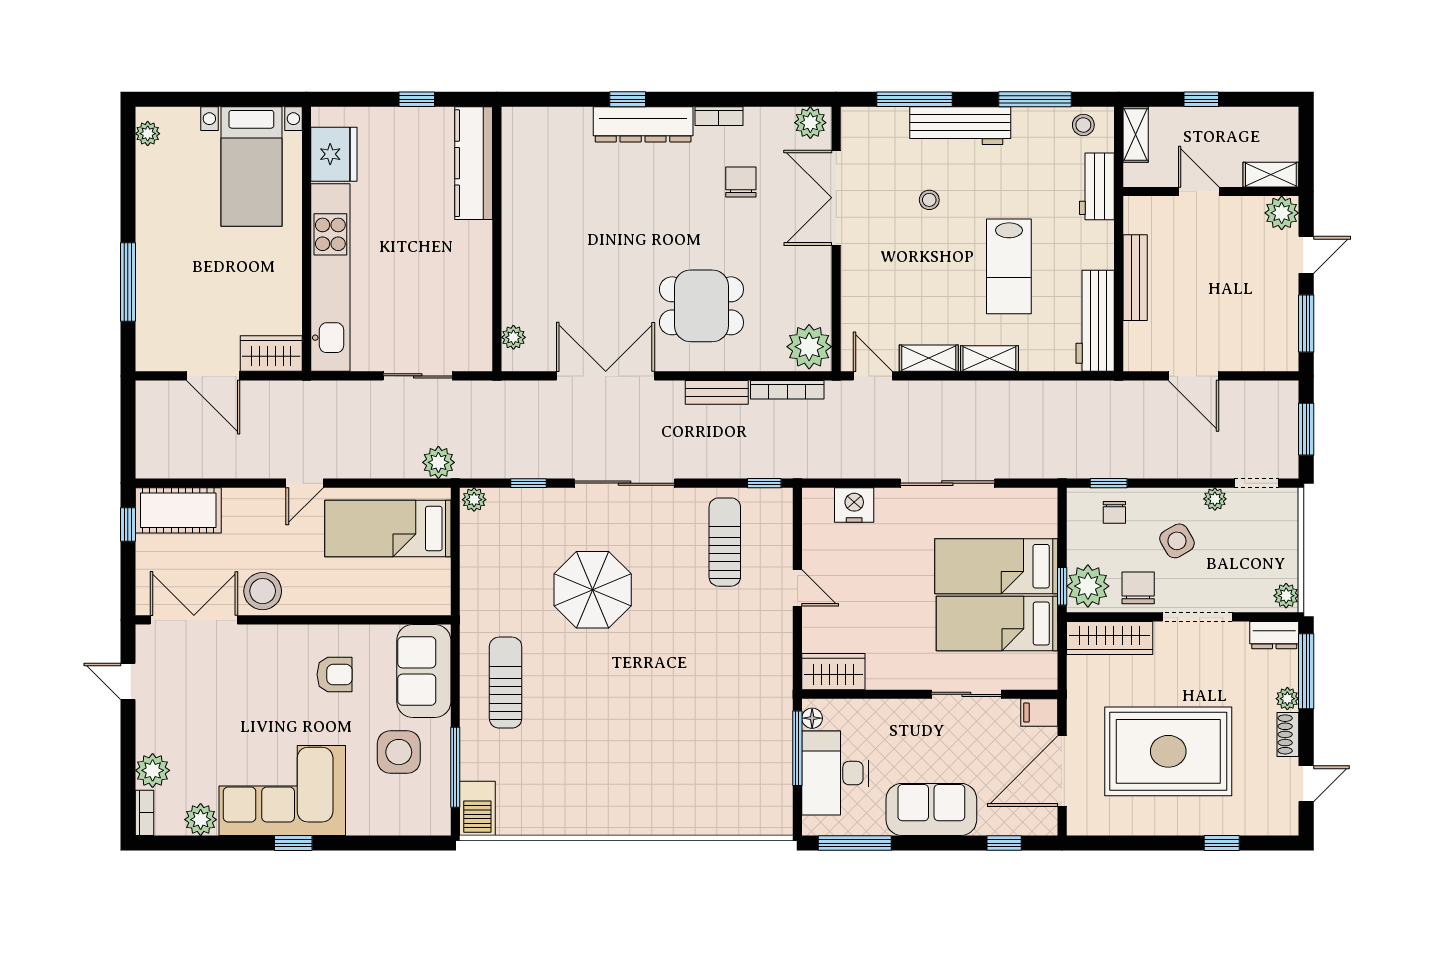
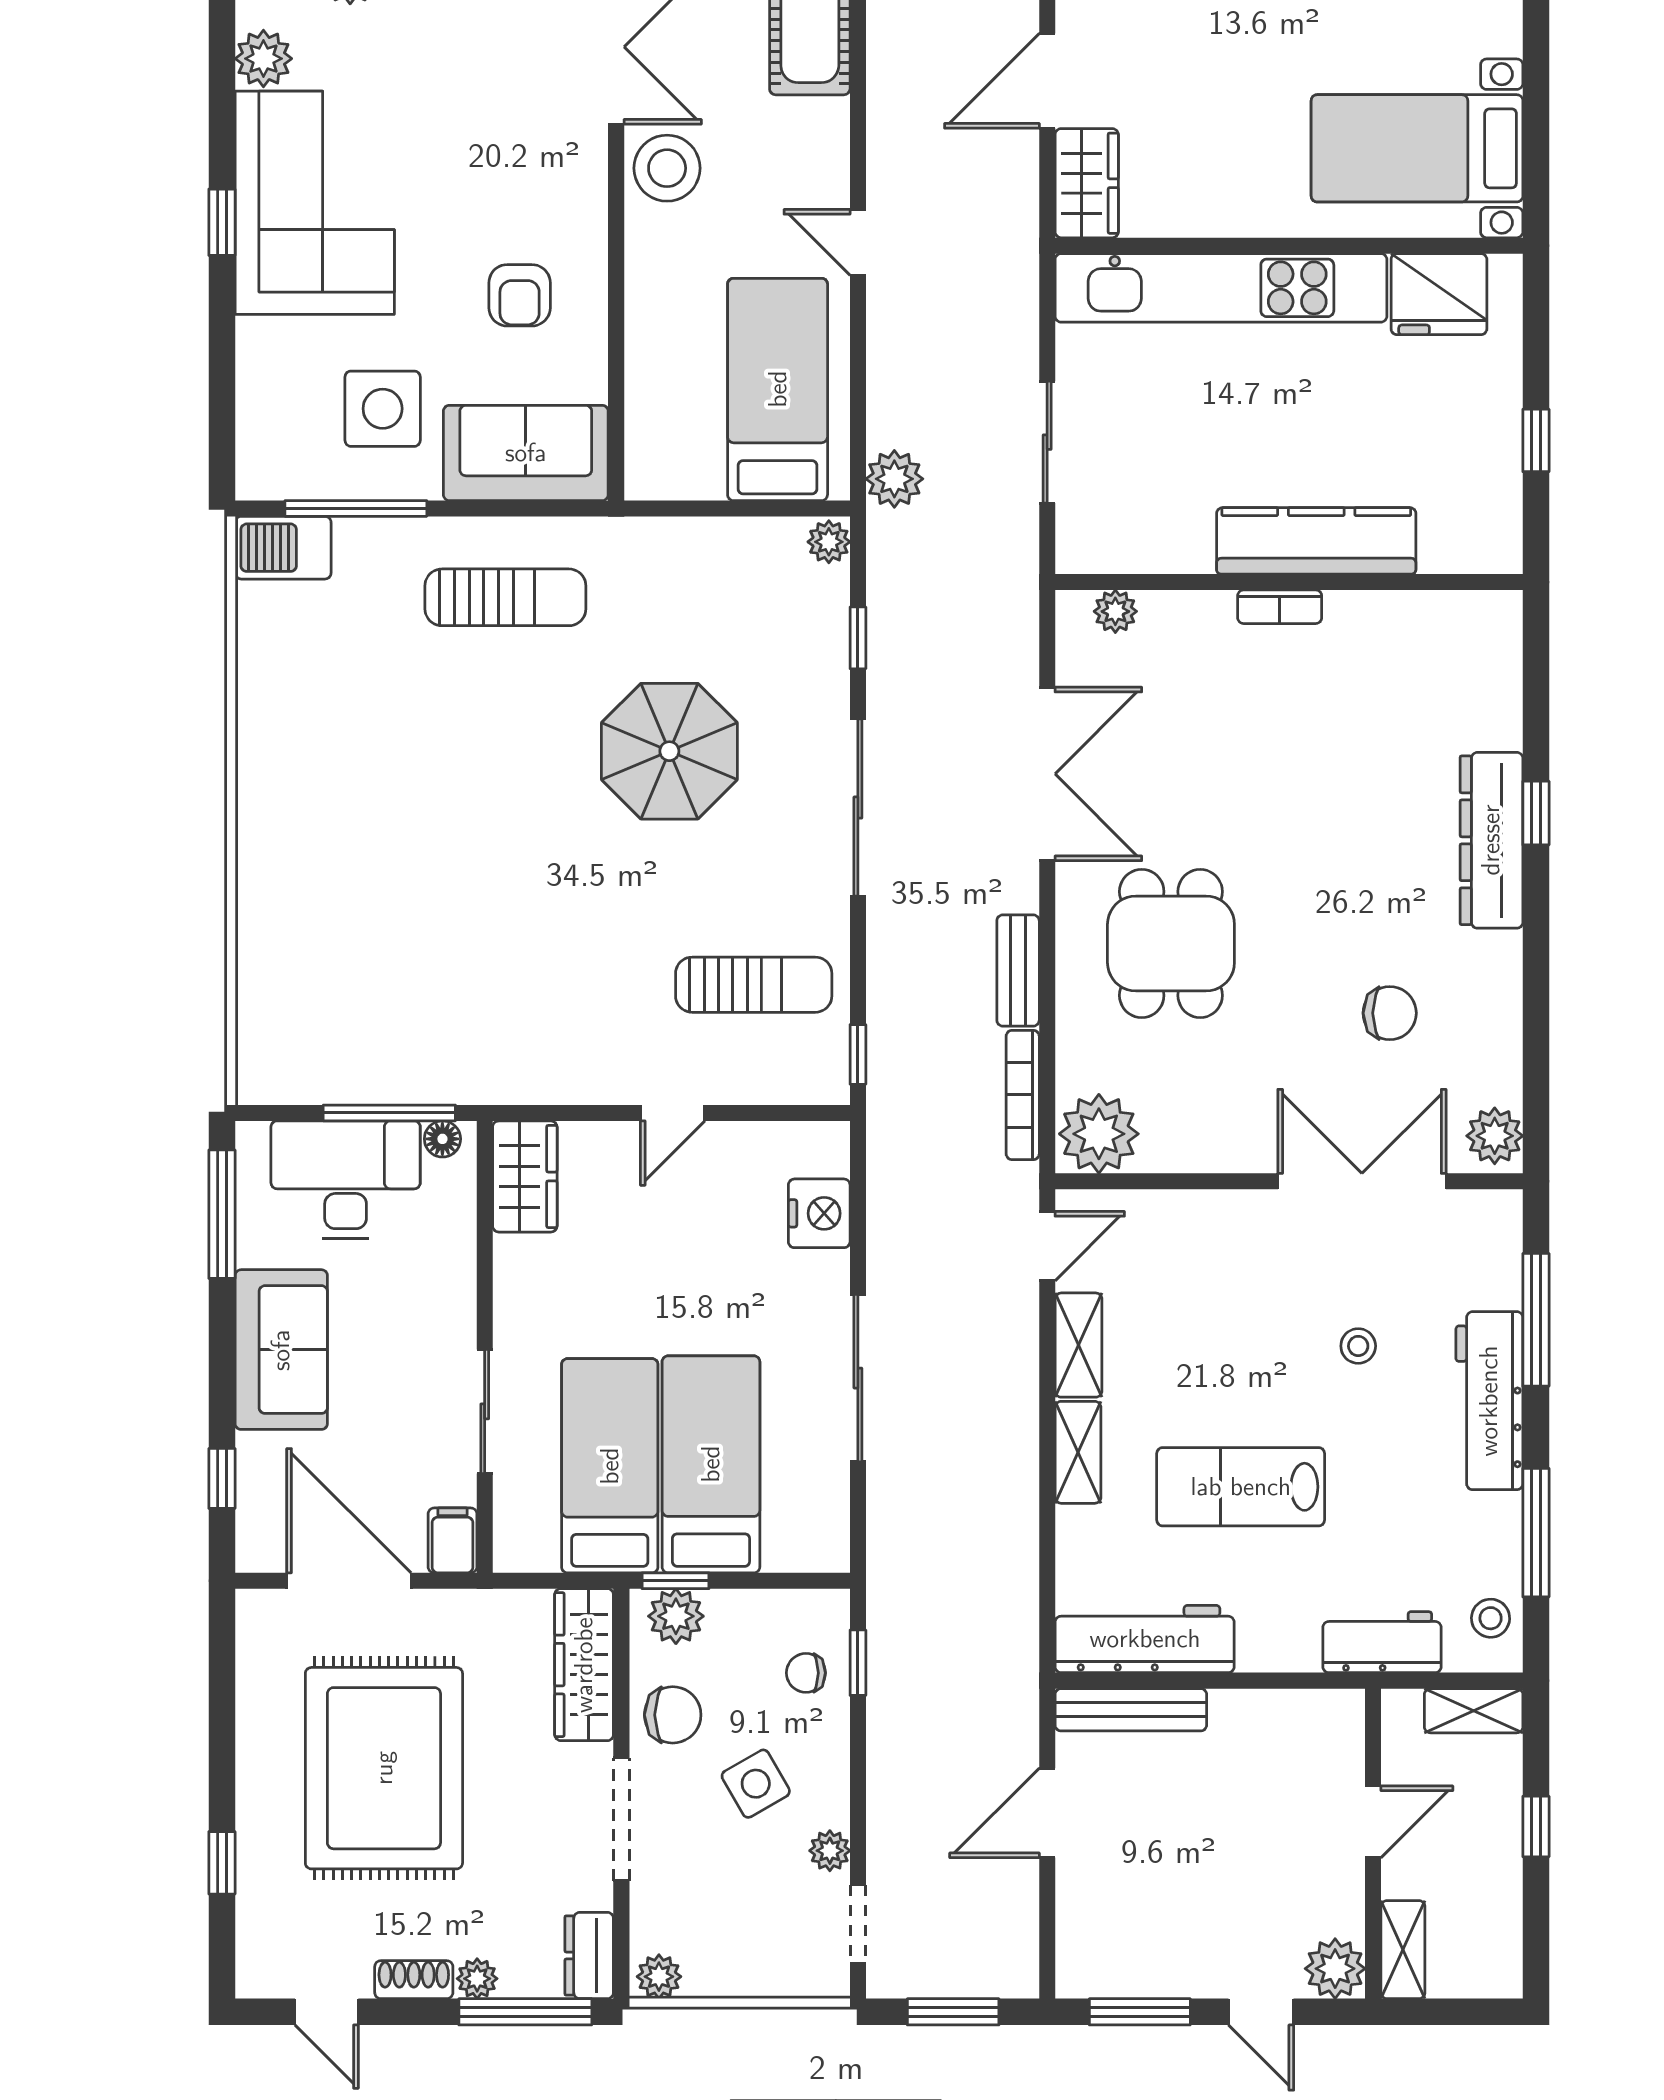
bookcase: (719, 116) -> (1280, 607), moved, turned -90
kitchen counter: (474, 163) -> (1316, 541), moved
bench: (1135, 278) -> (1131, 1710), moved
plant: (1088, 586) -> (676, 1616), width x0.73, depth x0.73

